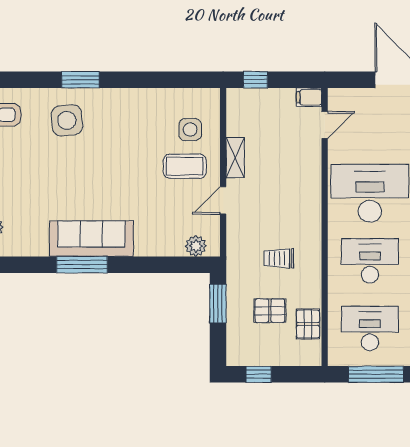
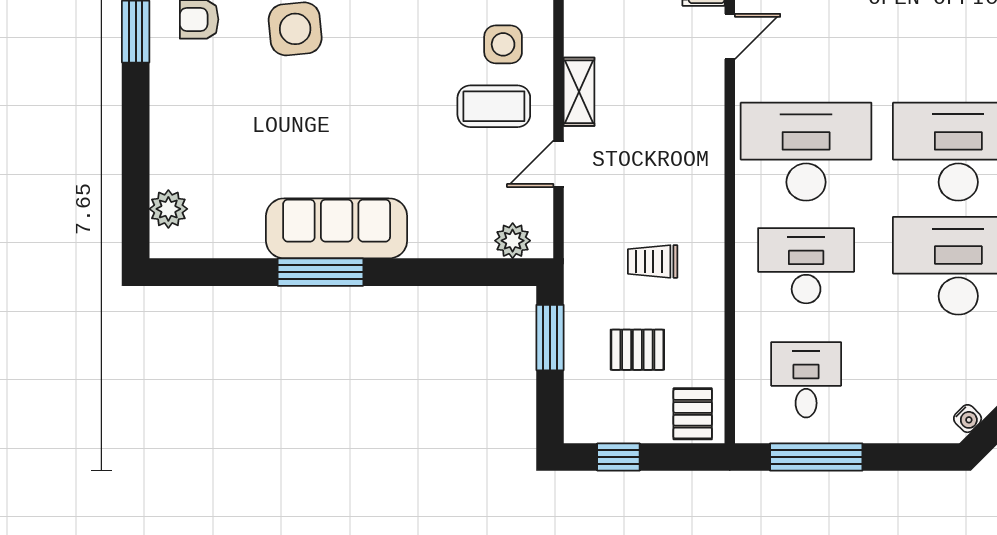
pallet: (308, 324) -> (693, 414), moved
desk: (370, 329) -> (806, 380), width x0.73

